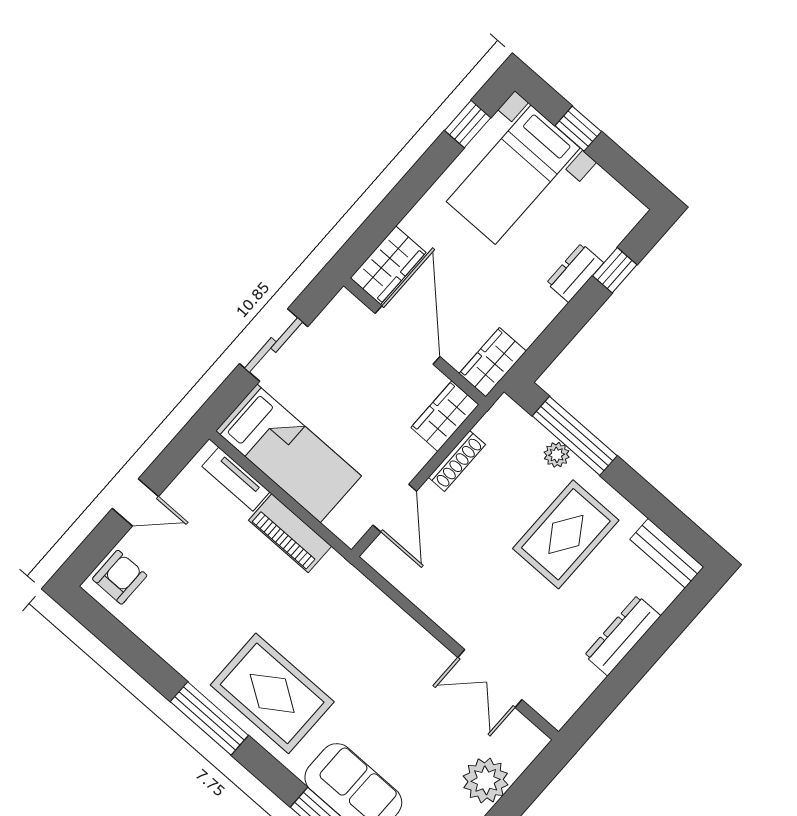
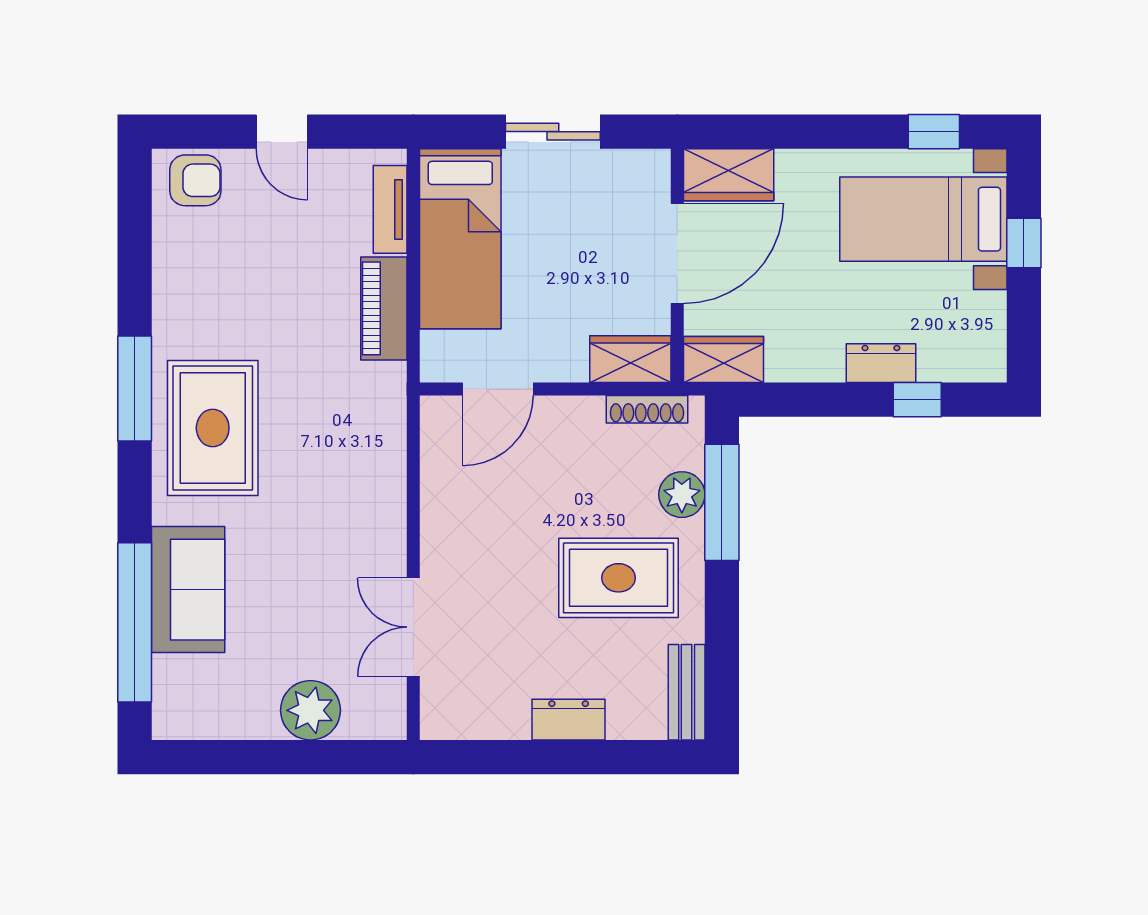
plant: (557, 455) -> (682, 495), width x1.38, depth x1.38
shoe rack: (457, 461) -> (647, 409), moved
dresser: (623, 636) -> (569, 720), width x0.70

